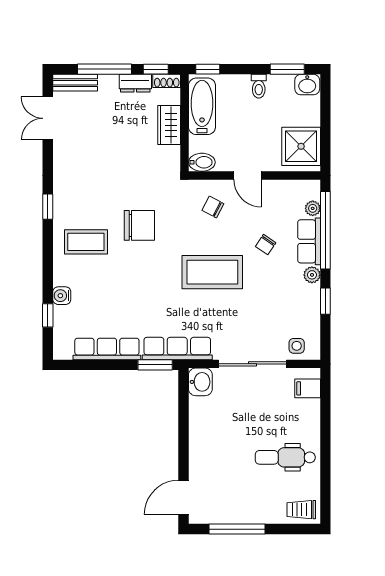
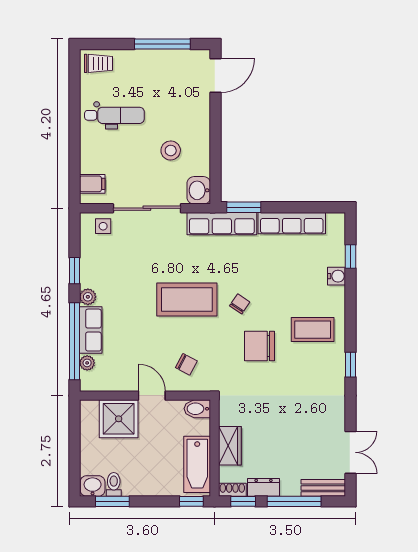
toilet: (259, 86) -> (114, 484), moved
shower: (301, 146) -> (119, 419), moved
chair: (266, 245) -> (240, 304), moved
stool: (229, 422) -> (171, 150), added

